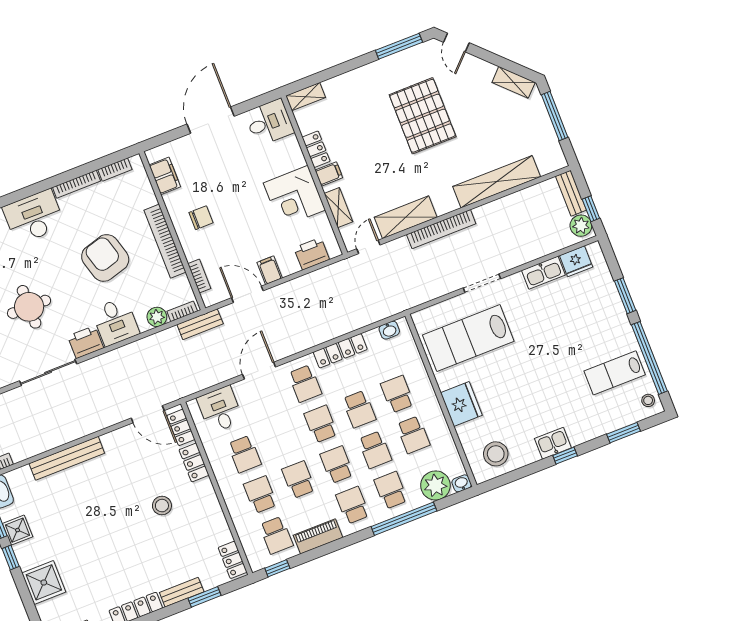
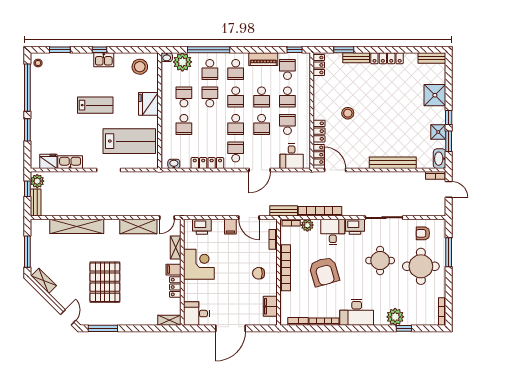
bookcase: (441, 229) -> (320, 211), moved
lab bench: (615, 373) -> (95, 105), moved
school desk: (359, 409) -> (262, 124), moved, turned 180

